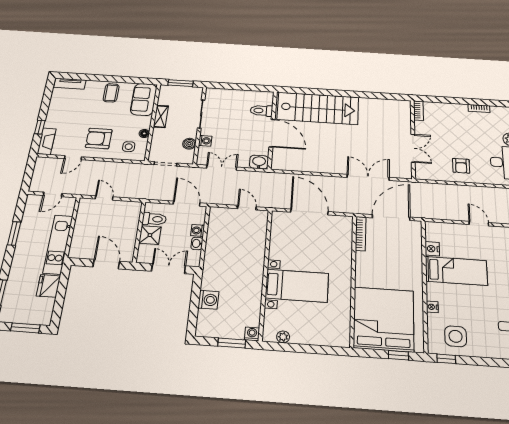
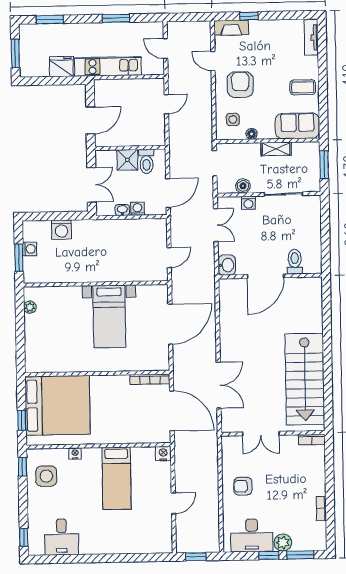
stairs: (318, 108) -> (305, 379), moved
nightstand: (432, 249) -> (163, 454), moved
bed with nightstands: (297, 286) -> (109, 316), moved
washing machine: (252, 334) -> (30, 249), moved

